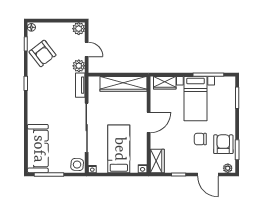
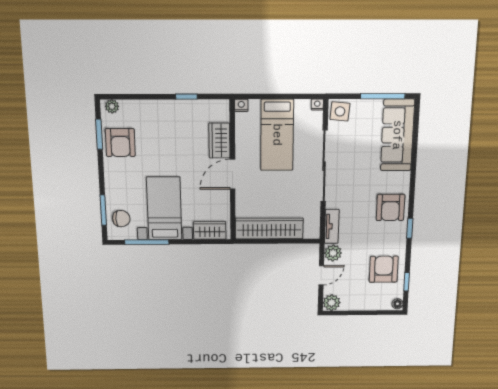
door: (87, 49) -> (321, 275), swing flipped
armchair: (43, 53) -> (384, 269), turned 38
armchair: (40, 98) -> (391, 207), added
chair: (200, 139) -> (121, 219), moved
wardrobe: (157, 161) -> (219, 140), moved
door: (208, 175) -> (142, 97), removed

